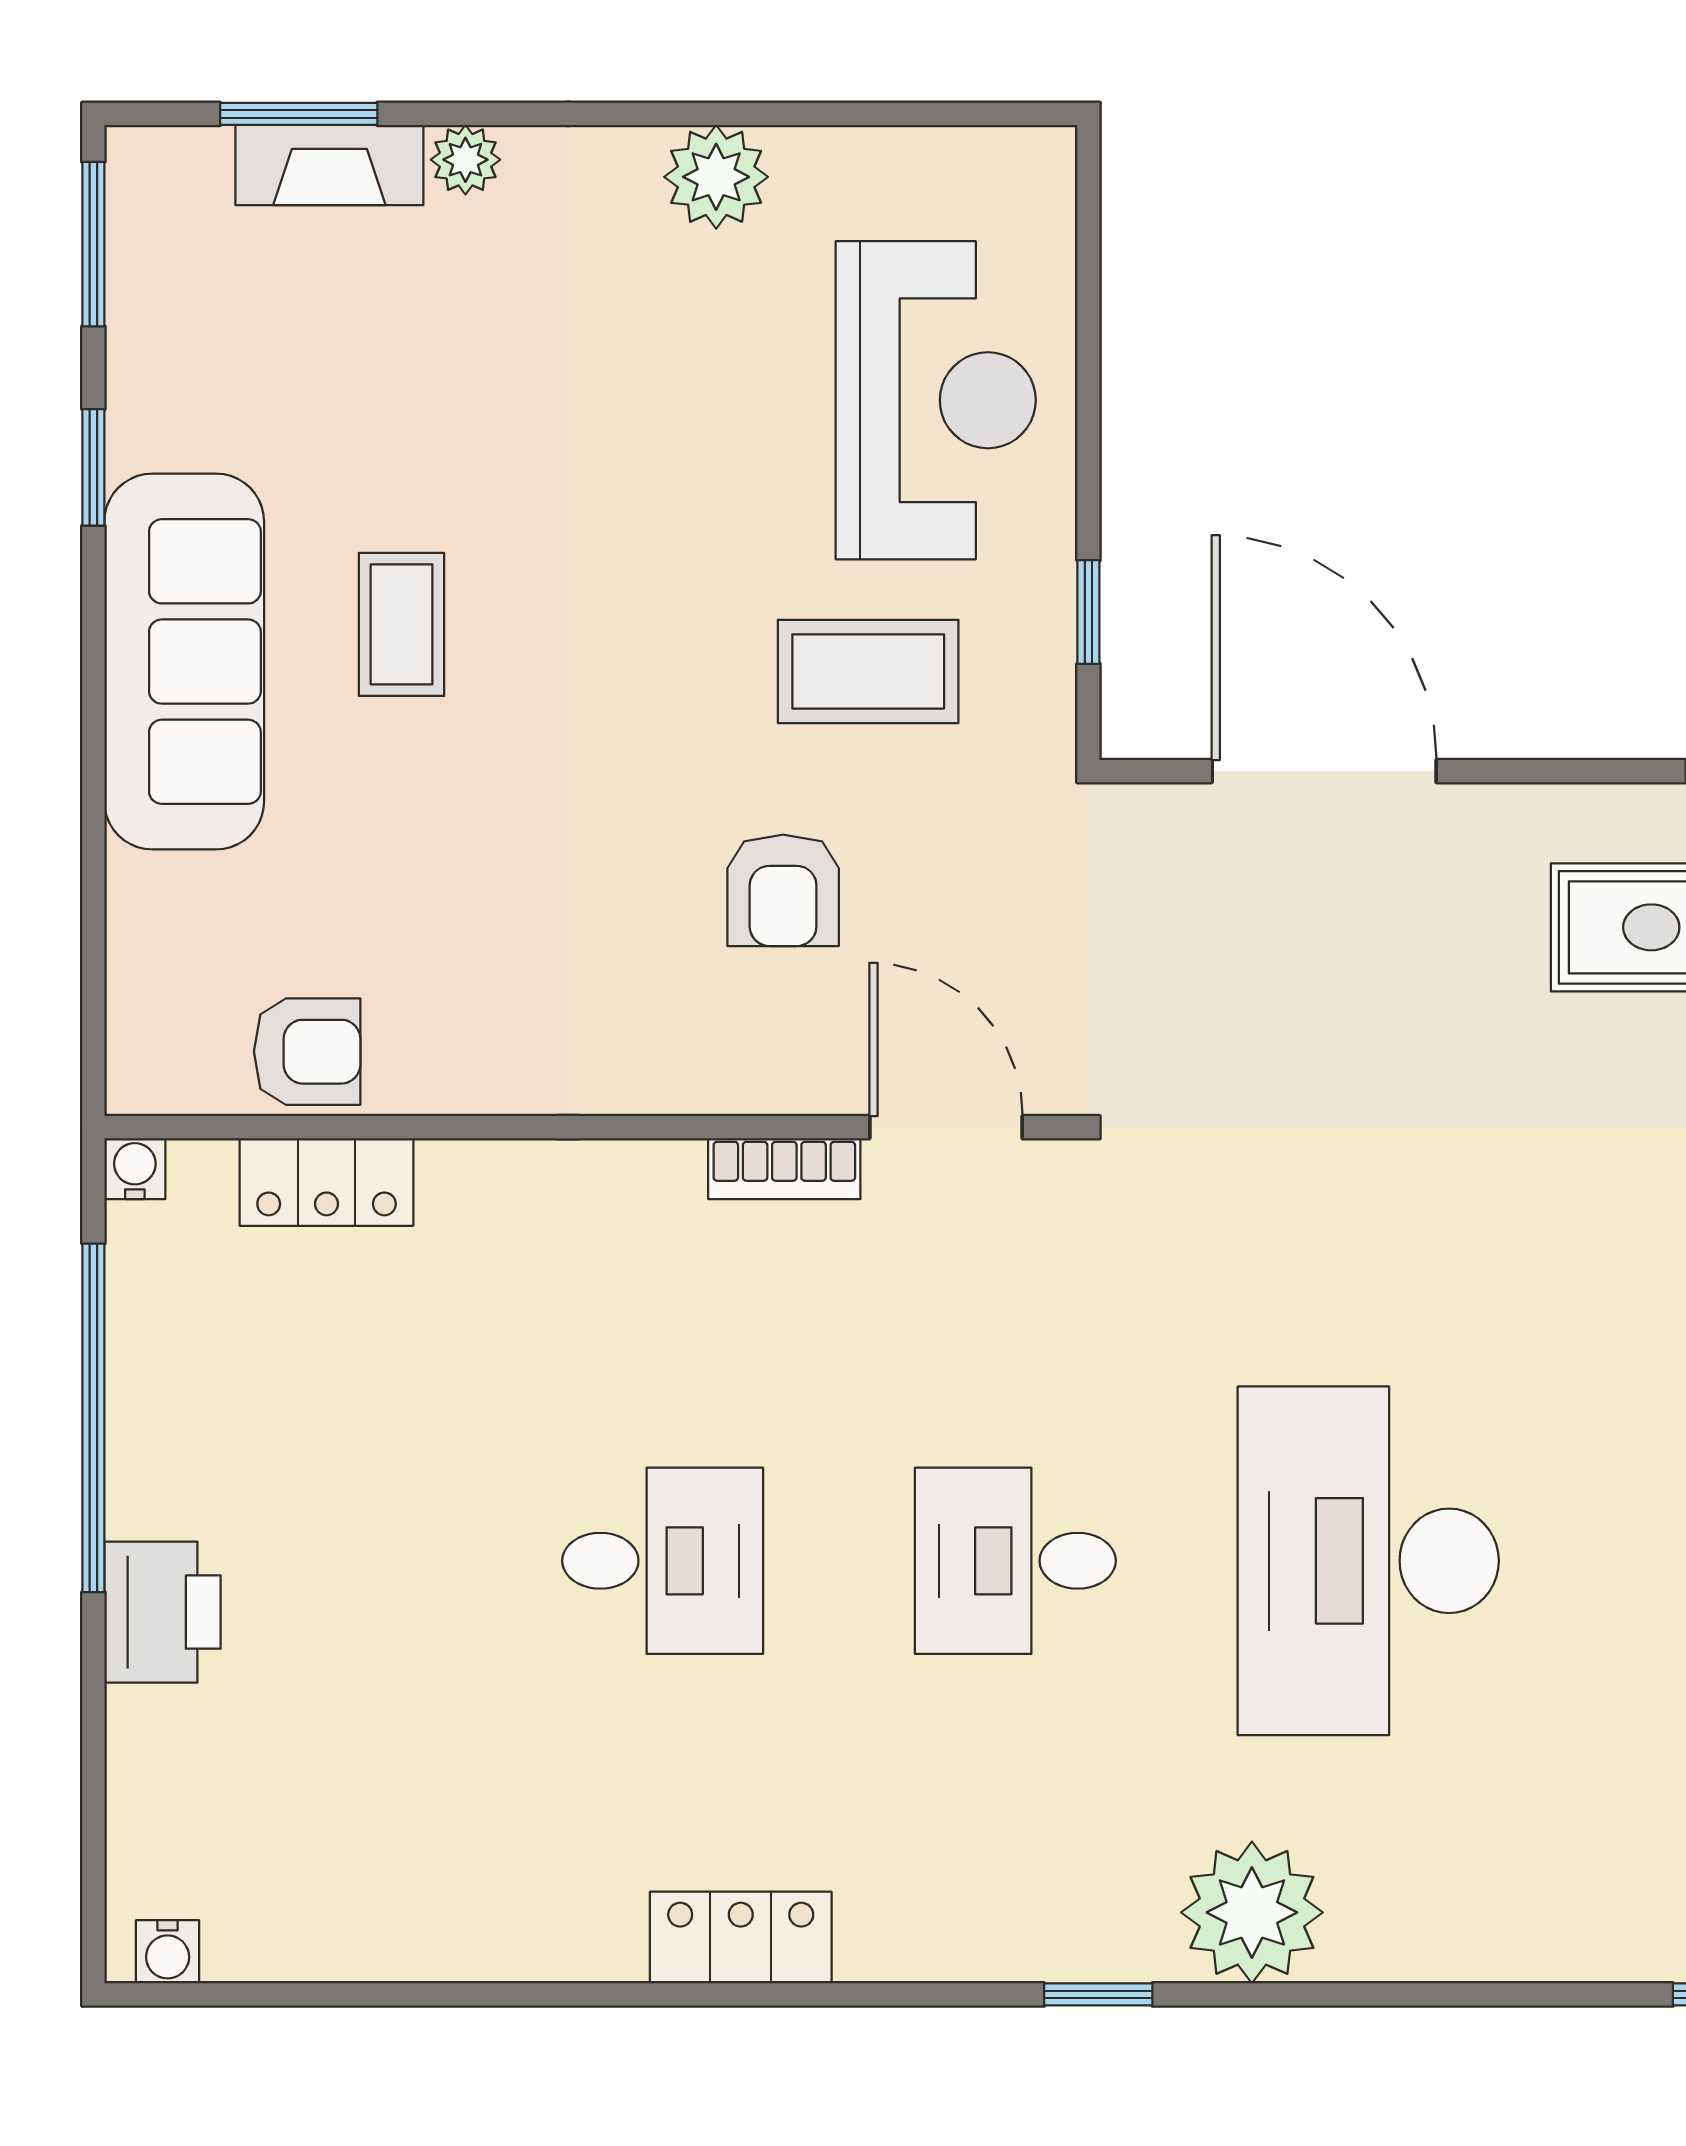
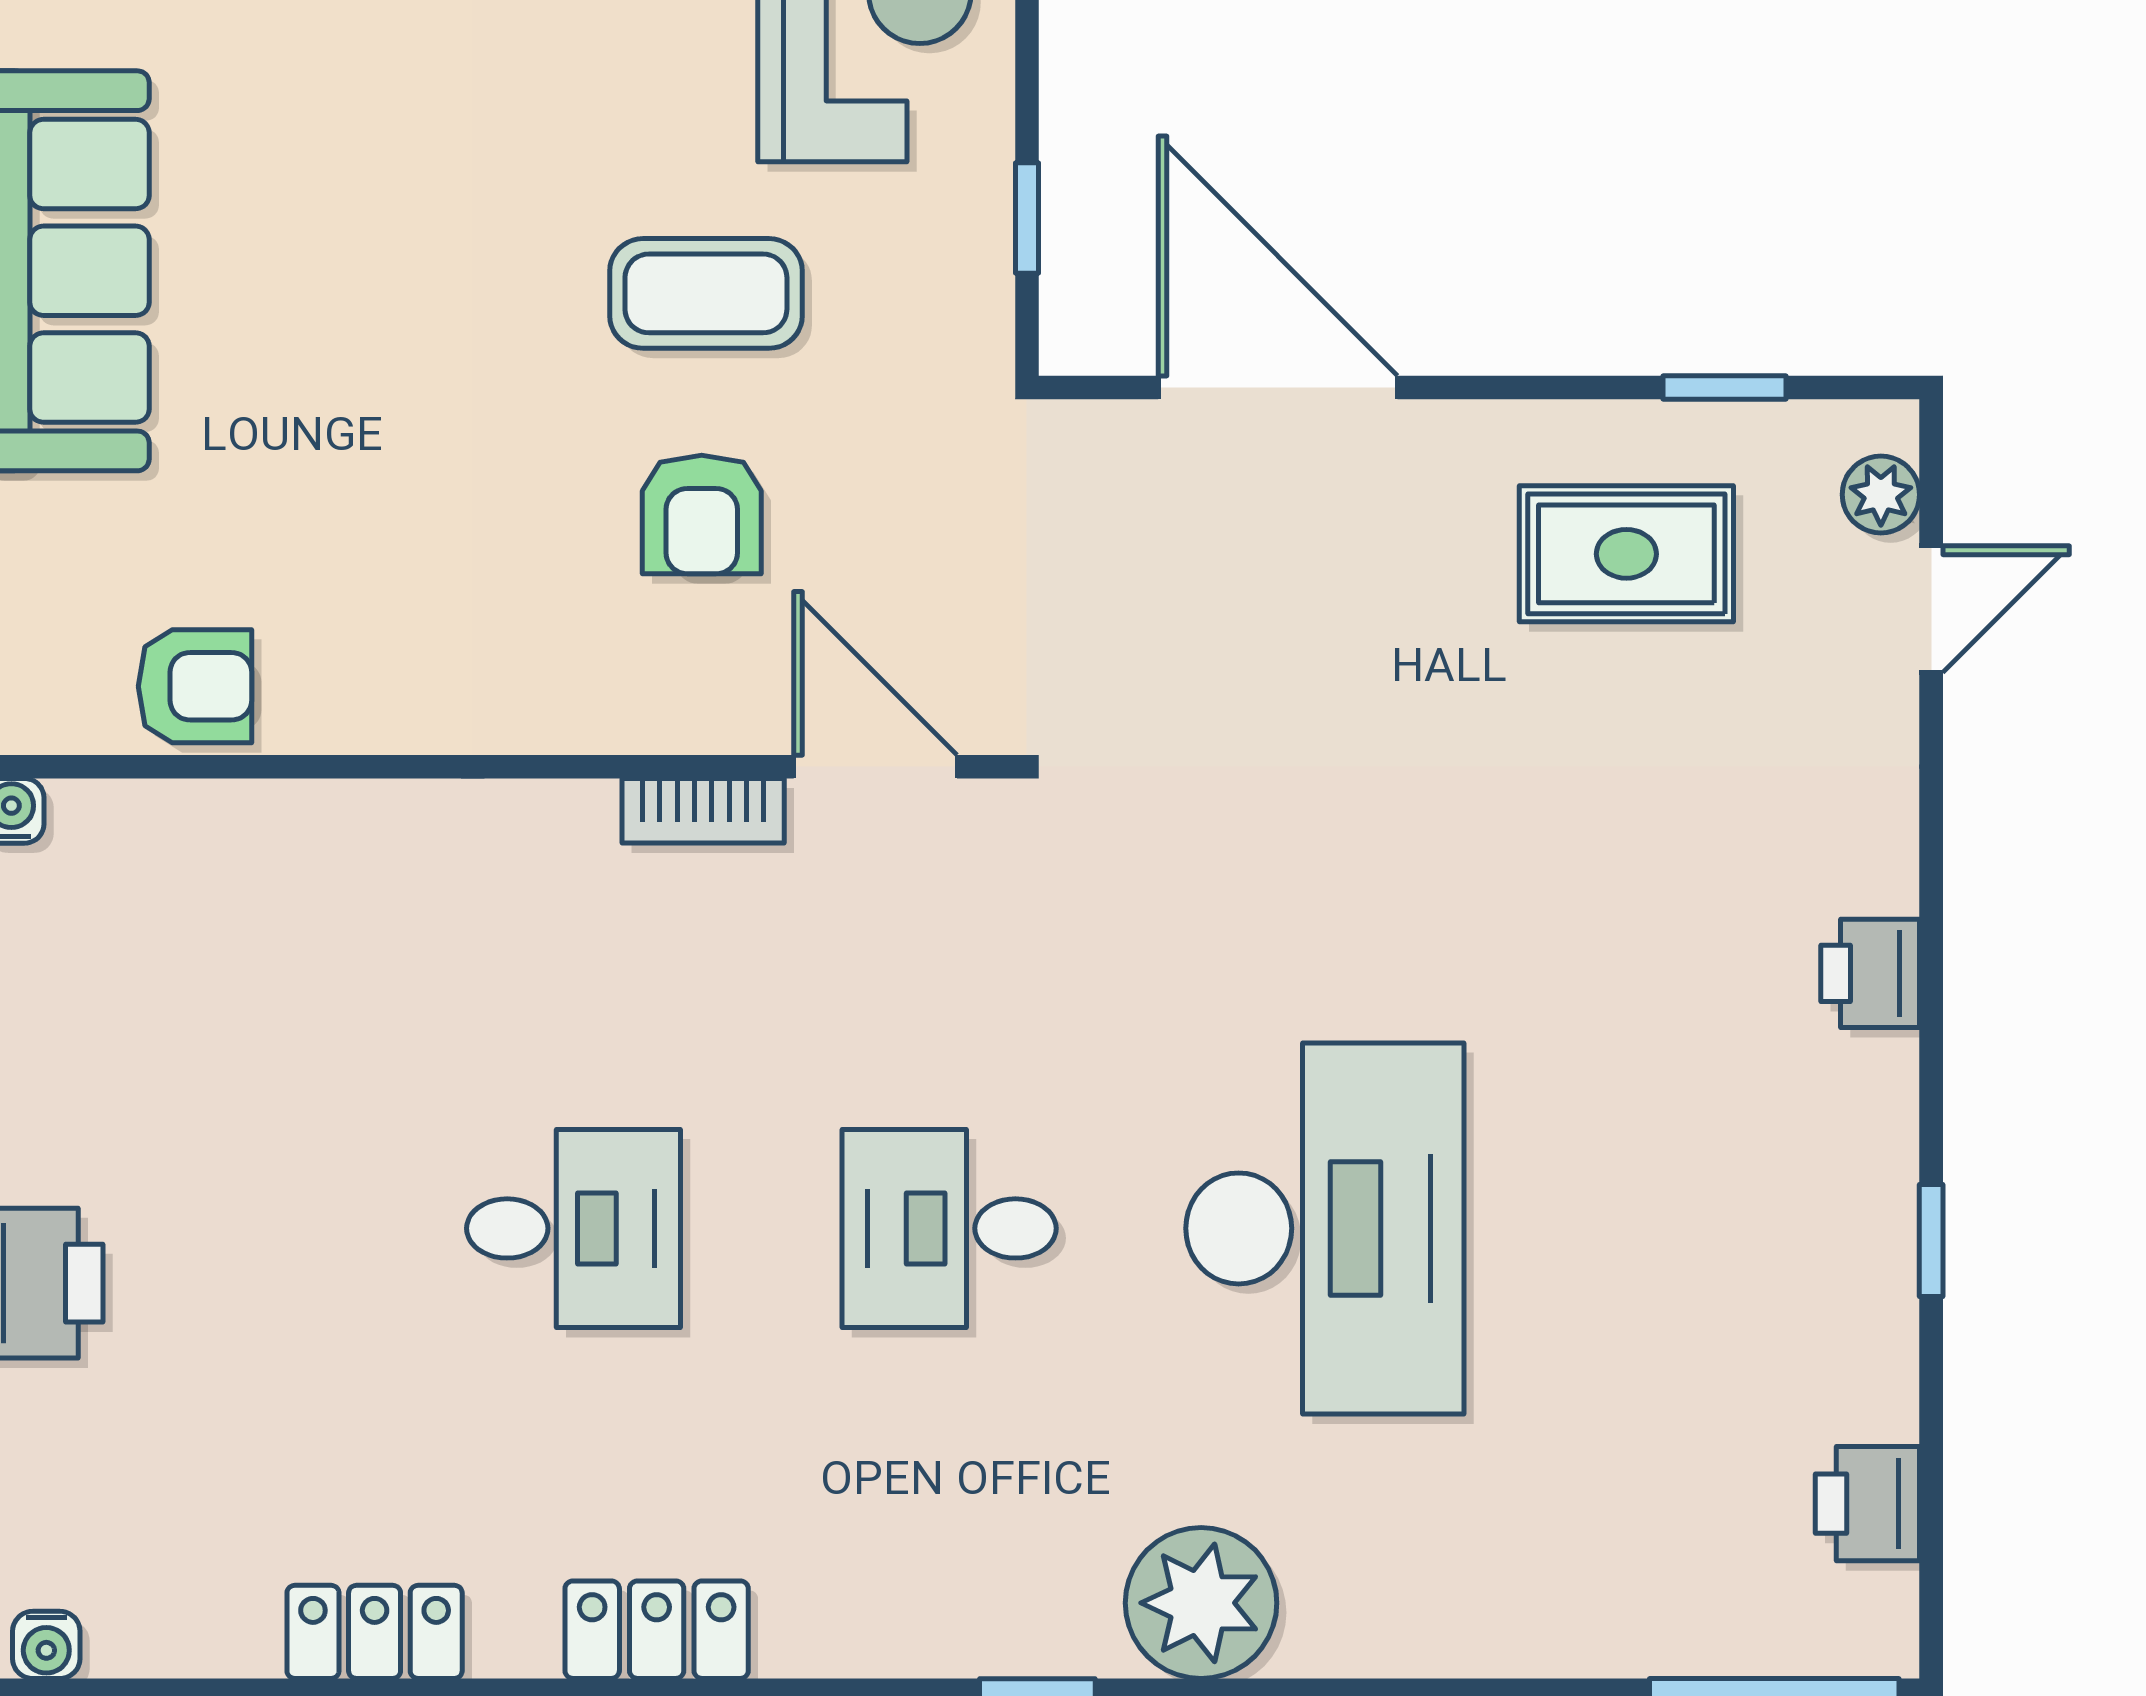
coffee table: (401, 624) -> (295, 231), removed
coffee table: (868, 671) -> (706, 293), moved
locker: (327, 1182) -> (375, 1632), moved, turned 180
desk: (1368, 1561) -> (1325, 1228), turned 180

